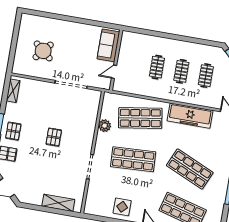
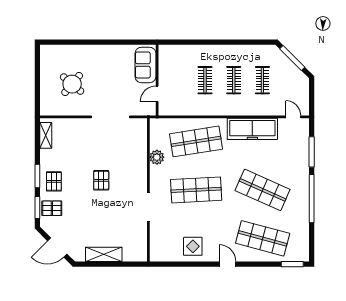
shelving: (58, 203) -> (104, 254), moved

